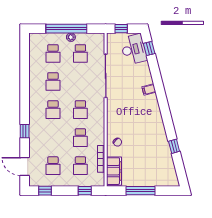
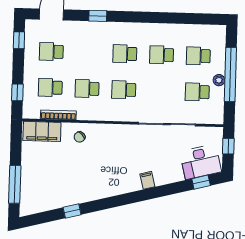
window: (141, 191) -> (15, 184), moved

